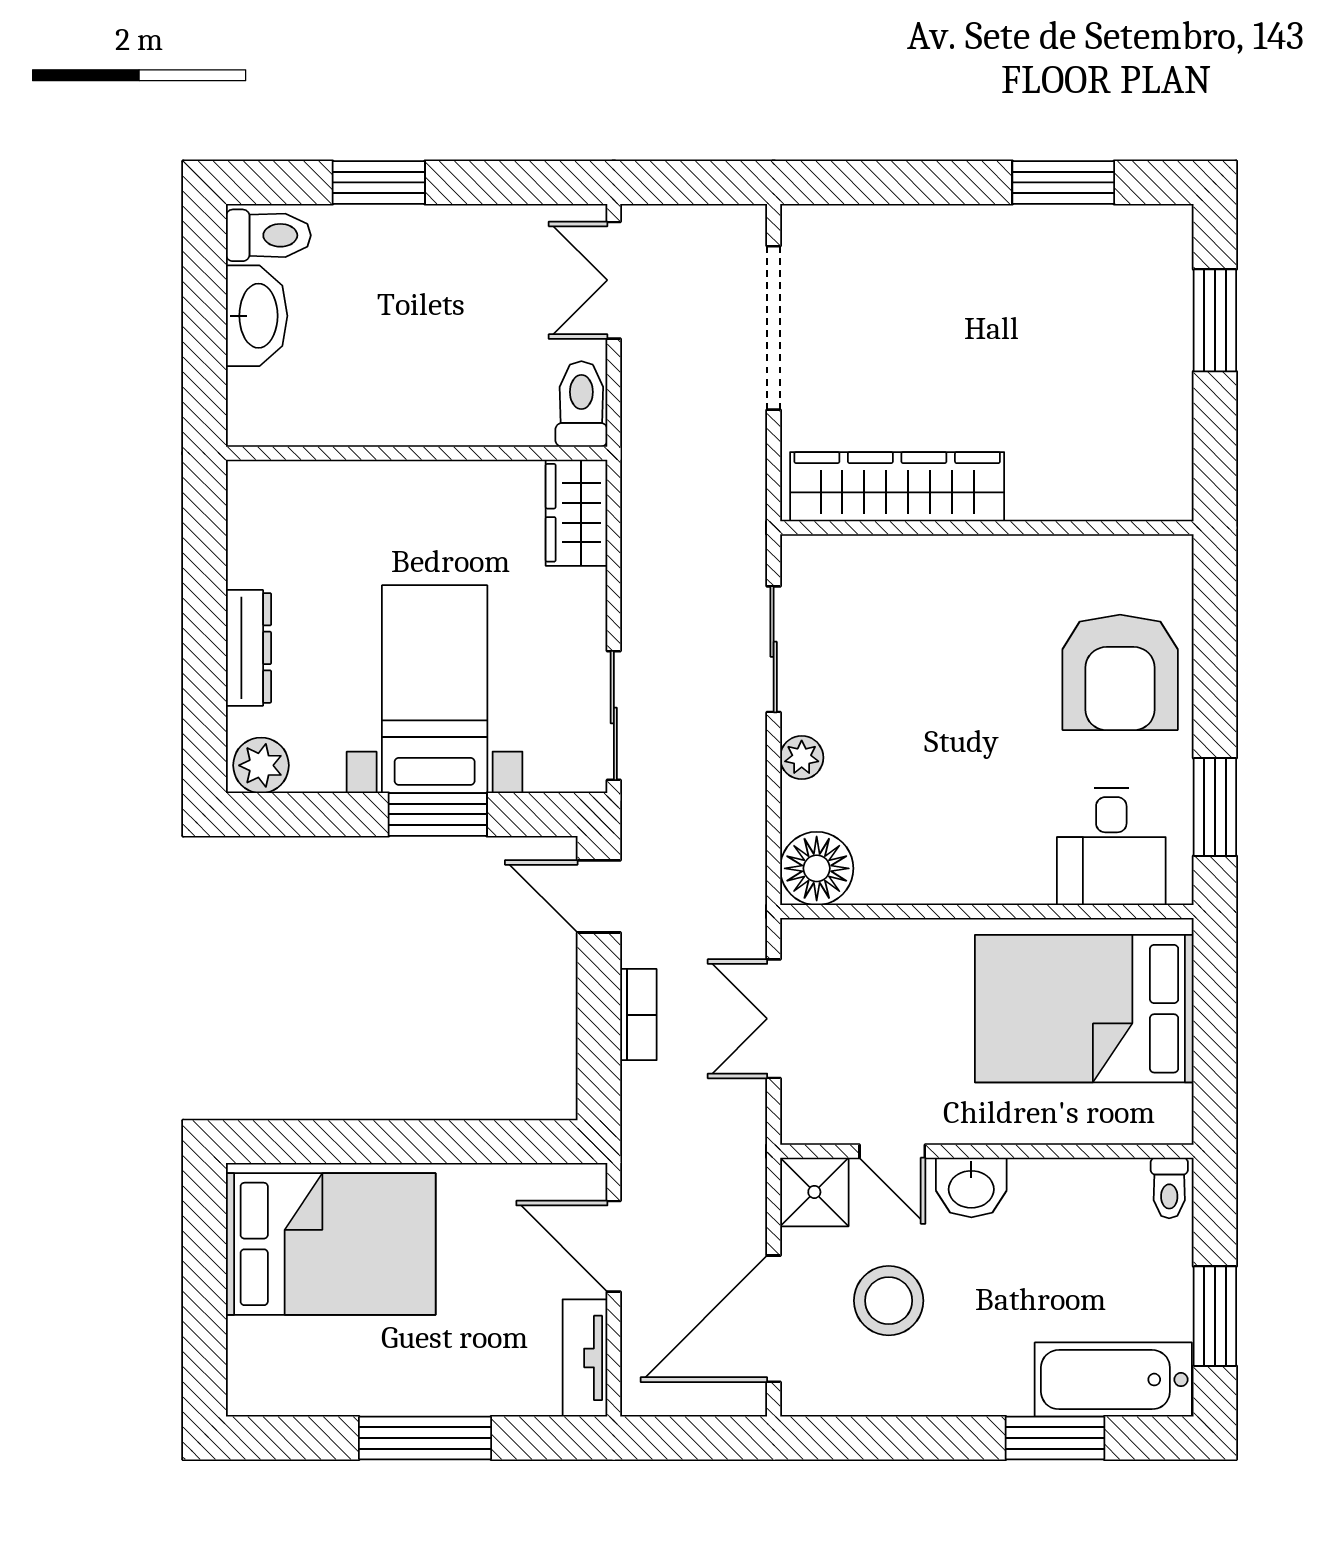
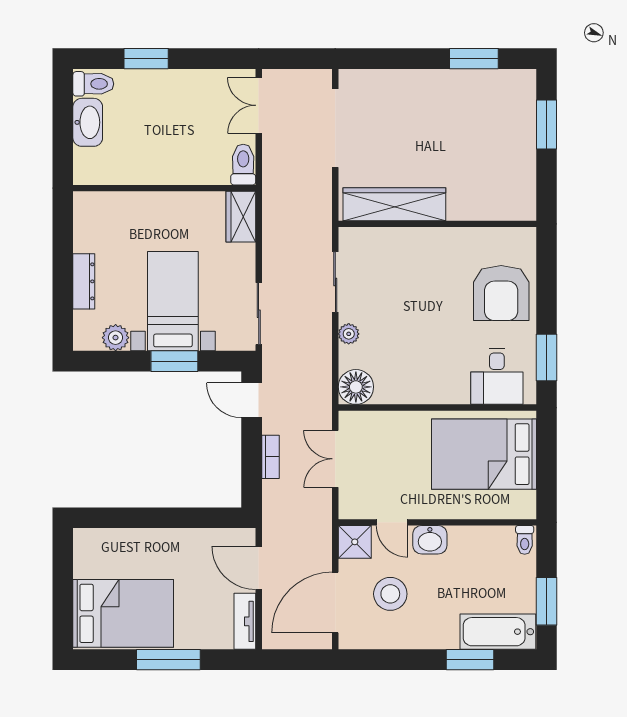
plant: (261, 765) -> (116, 338), moved
bed: (331, 1244) -> (123, 613), moved

